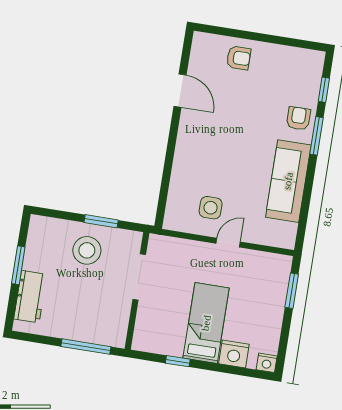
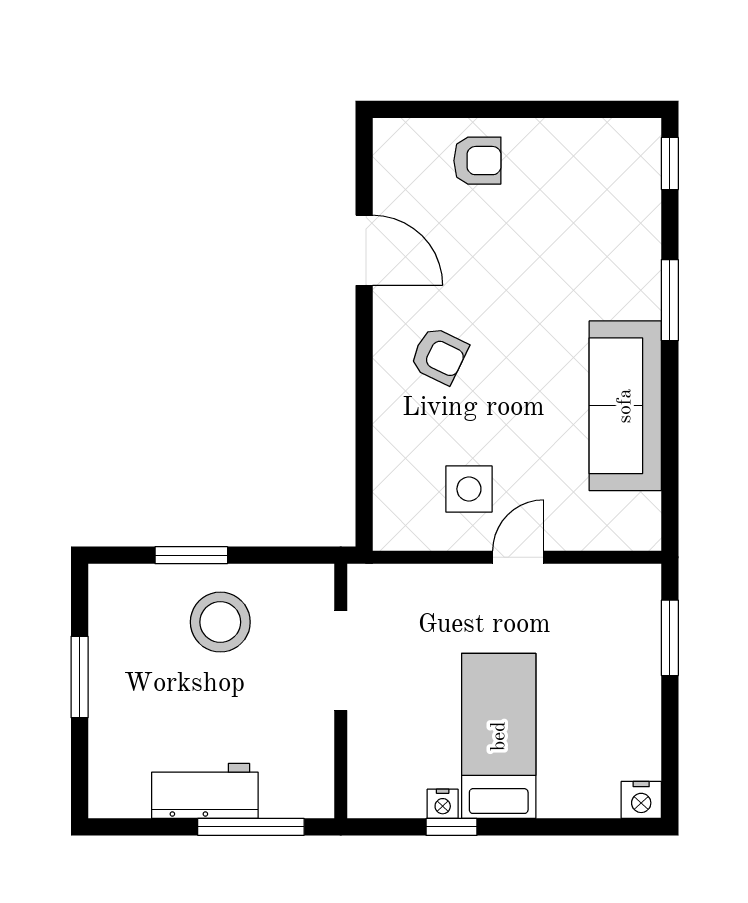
window: (324, 90) -> (670, 164), moved
armchair: (298, 118) -> (439, 356), moved, turned 116
window: (101, 221) -> (191, 555), moved
workbench: (30, 297) -> (205, 791), moved, turned -90
nightstand: (234, 354) -> (443, 804), moved, width x0.53, depth x0.56

